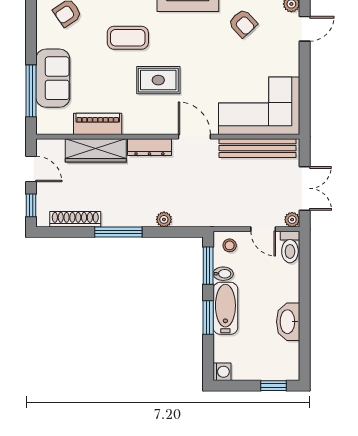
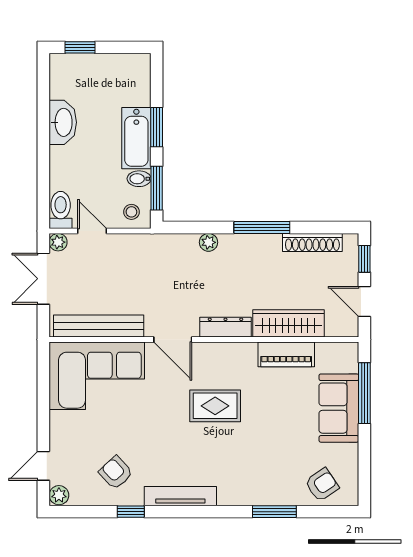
coffee table: (128, 38) -> (251, 455), removed
washing machine: (222, 372) -> (140, 64), removed

